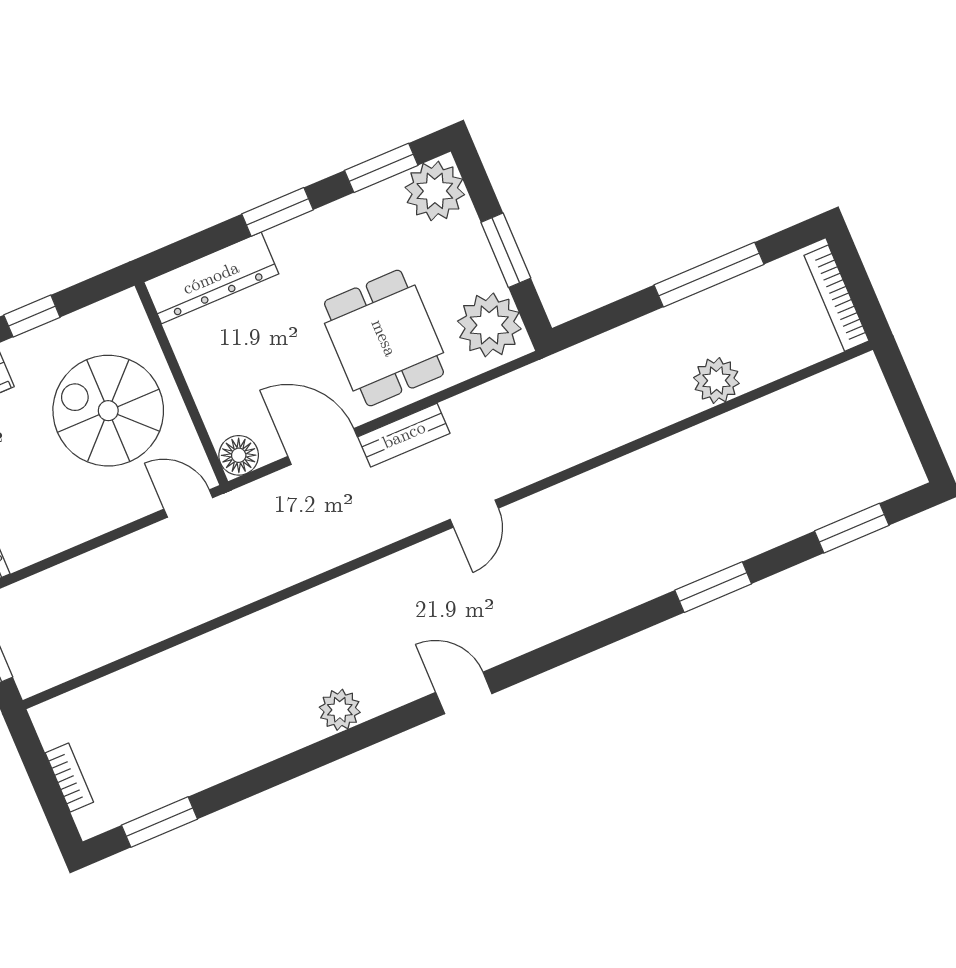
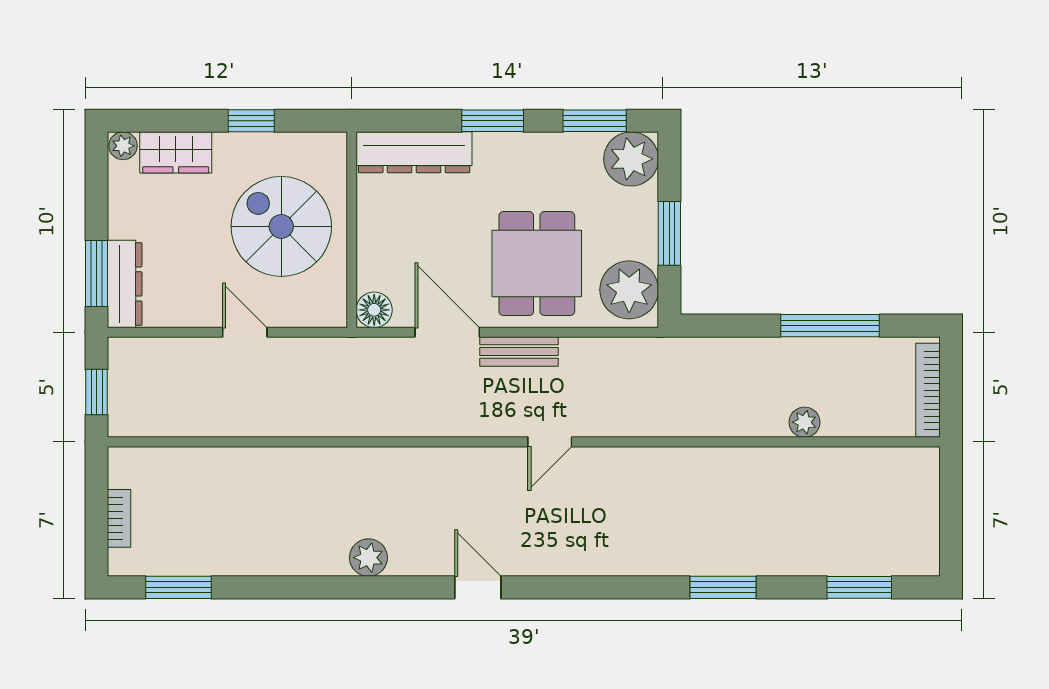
plant: (716, 380) -> (804, 422), width x0.73, depth x0.73
door: (188, 503) -> (245, 332), moved

